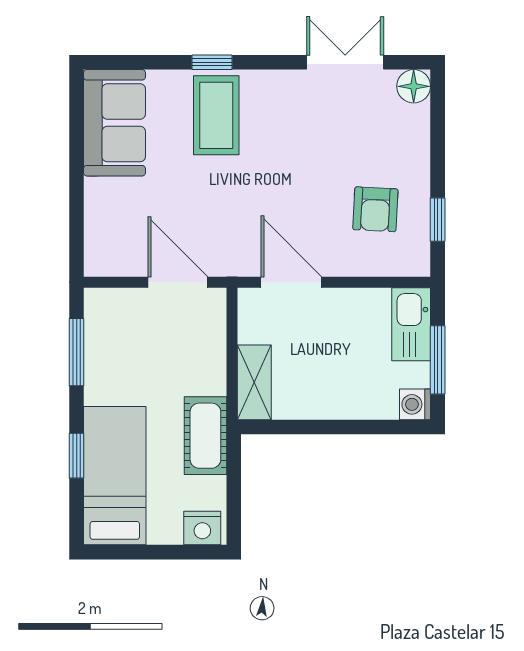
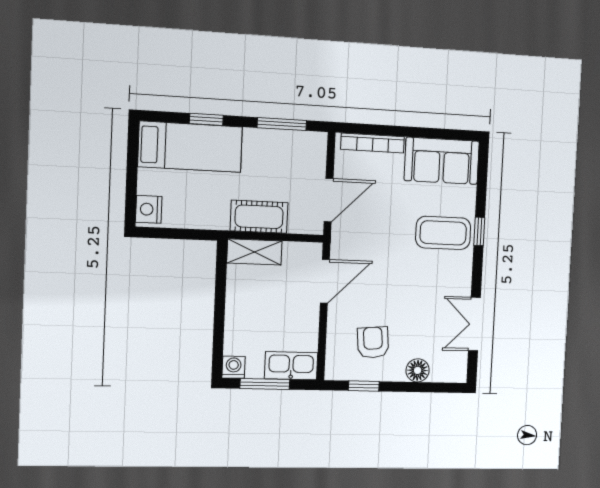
double door: (345, 62) -> (474, 324), swing flipped
floor lamp: (414, 86) -> (418, 370), moved
armchair: (375, 209) -> (373, 342), turned 82
bookcase: (95, 224) -> (373, 143), added
cot: (205, 436) -> (259, 217), moved

